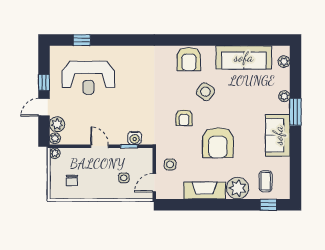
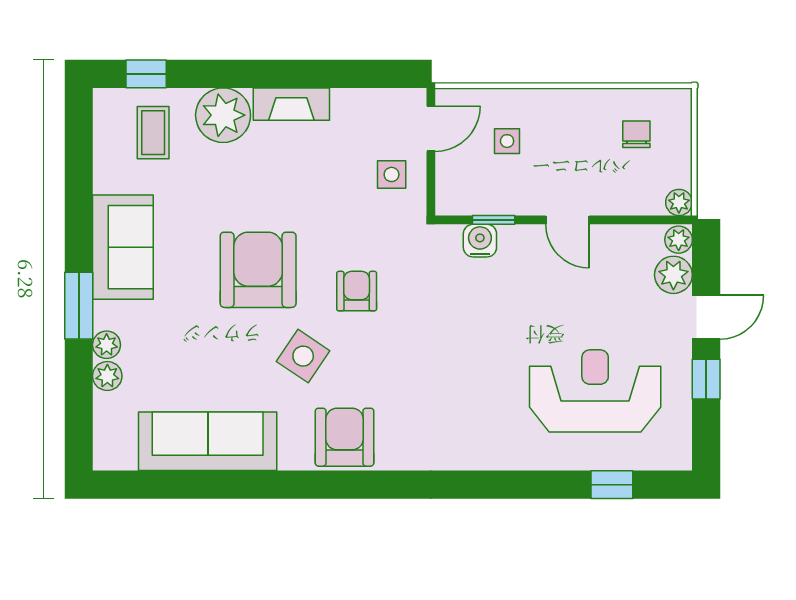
plant: (284, 62) -> (107, 376), moved
armchair: (218, 143) -> (258, 270), moved
fireplace: (205, 191) -> (291, 104), width x0.73, depth x0.76

